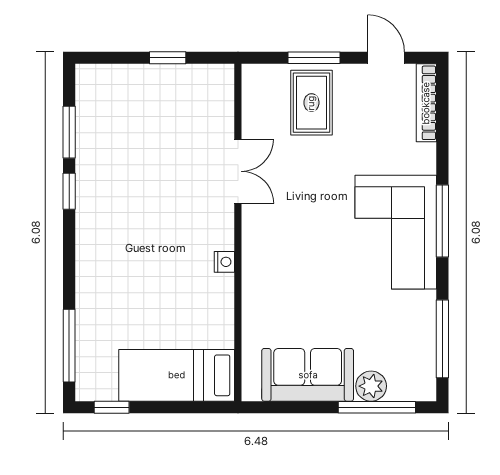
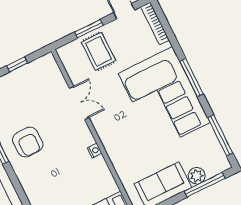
armchair: (122, 194) -> (28, 142), added
corner sofa: (396, 232) -> (164, 98), width x1.36, depth x1.36

